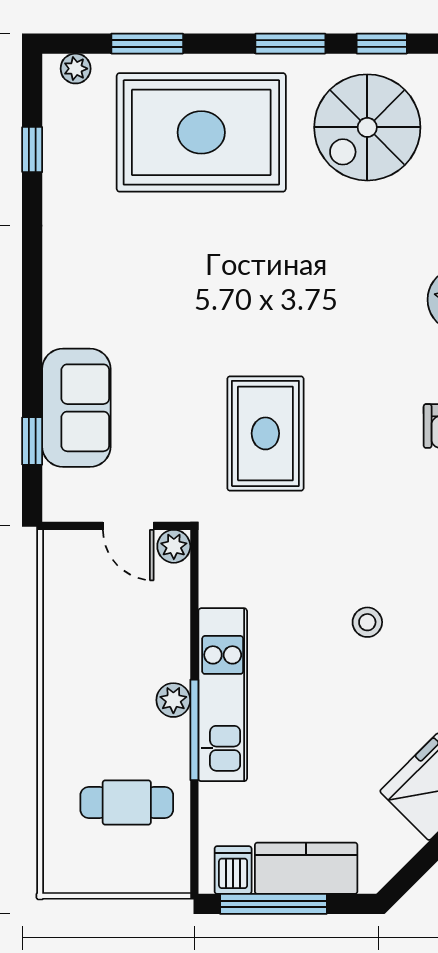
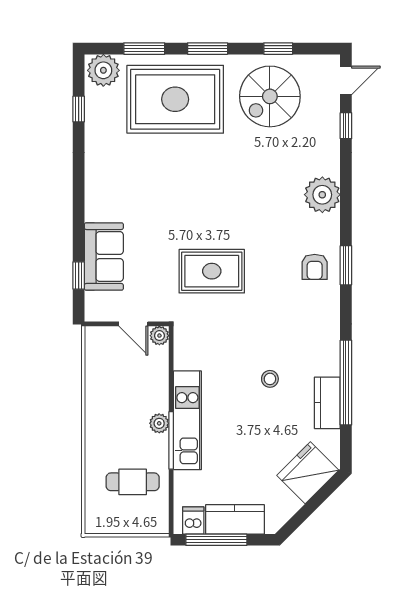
window: (290, 44) -> (208, 49), moved
plant: (76, 69) -> (103, 70), width x1.88, depth x1.88
rug: (265, 433) -> (212, 271), turned 90

